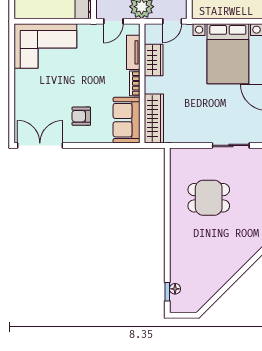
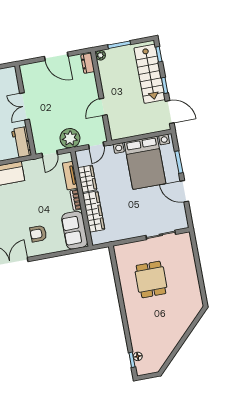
wardrobe: (154, 118) -> (94, 212), moved
dining table: (209, 198) -> (151, 279), turned 90

